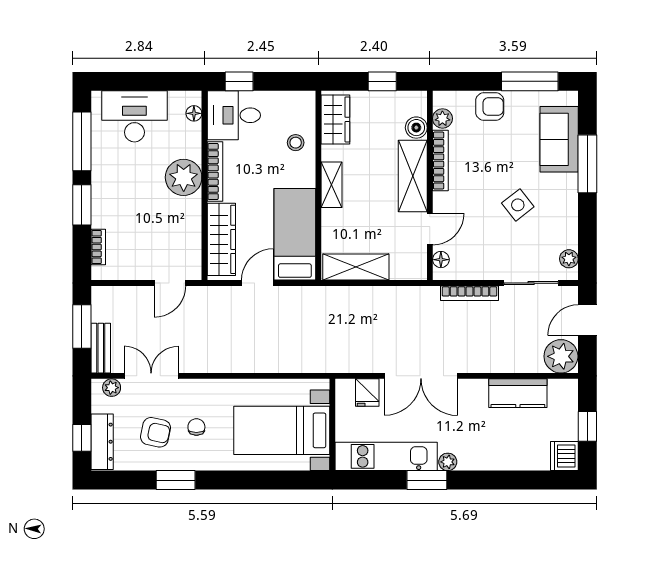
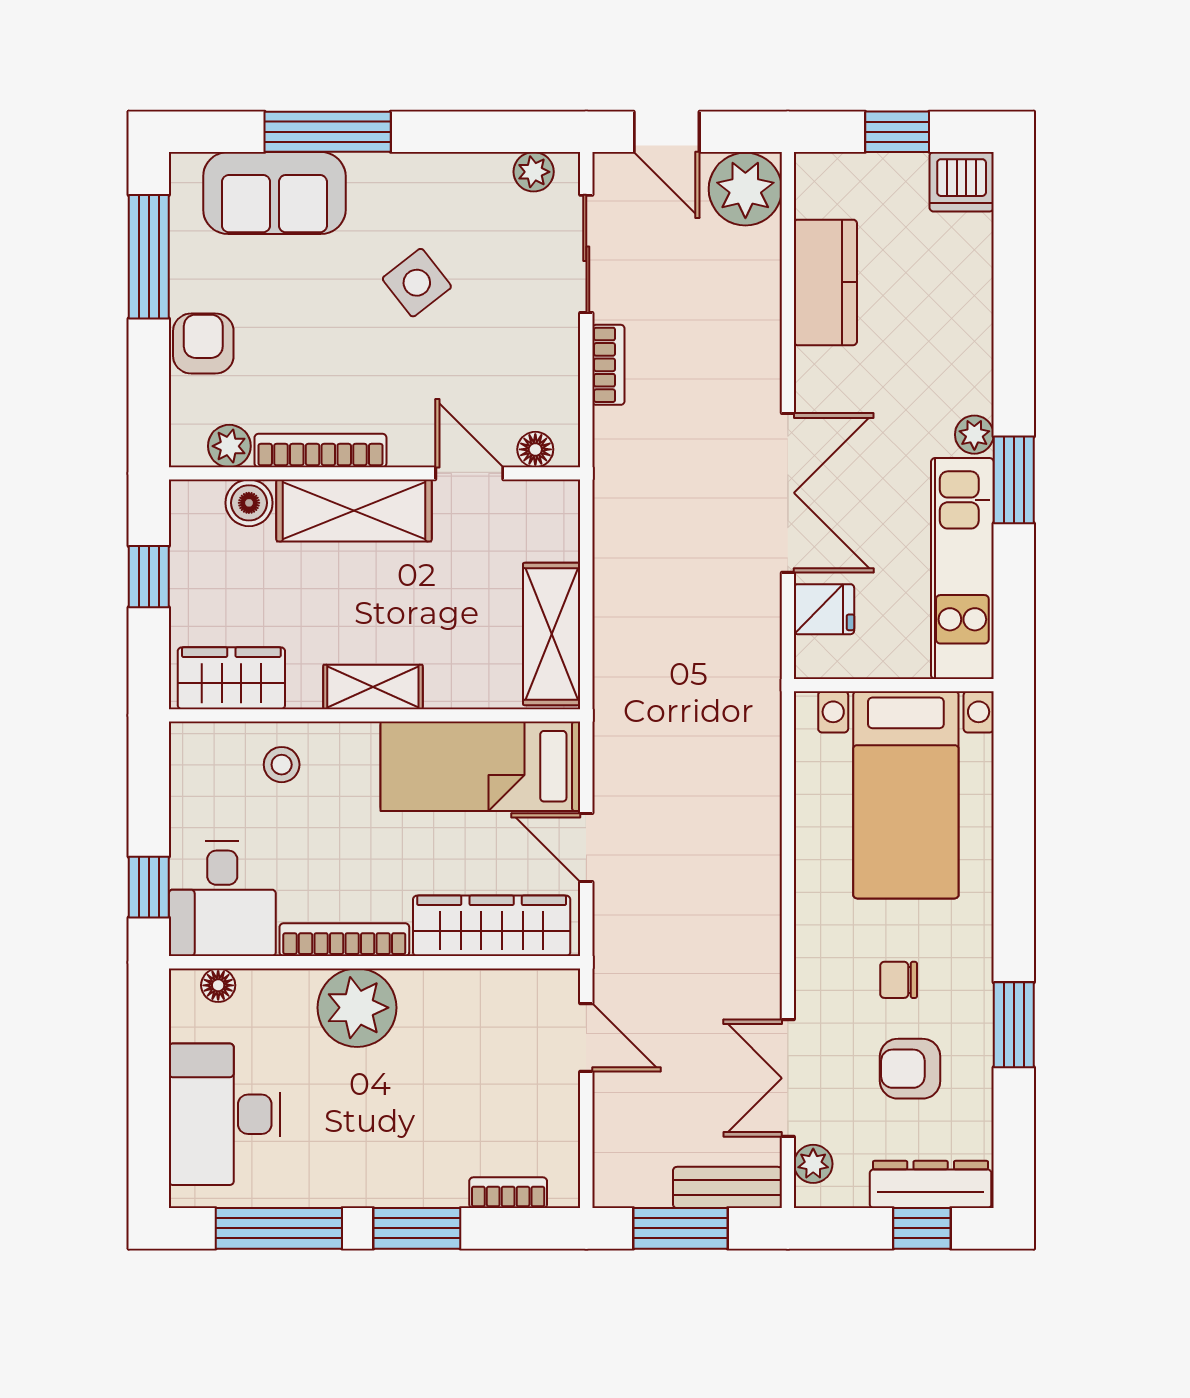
bookcase: (470, 293) -> (608, 365), width x0.64
armchair: (155, 432) -> (910, 1069), turned -102

